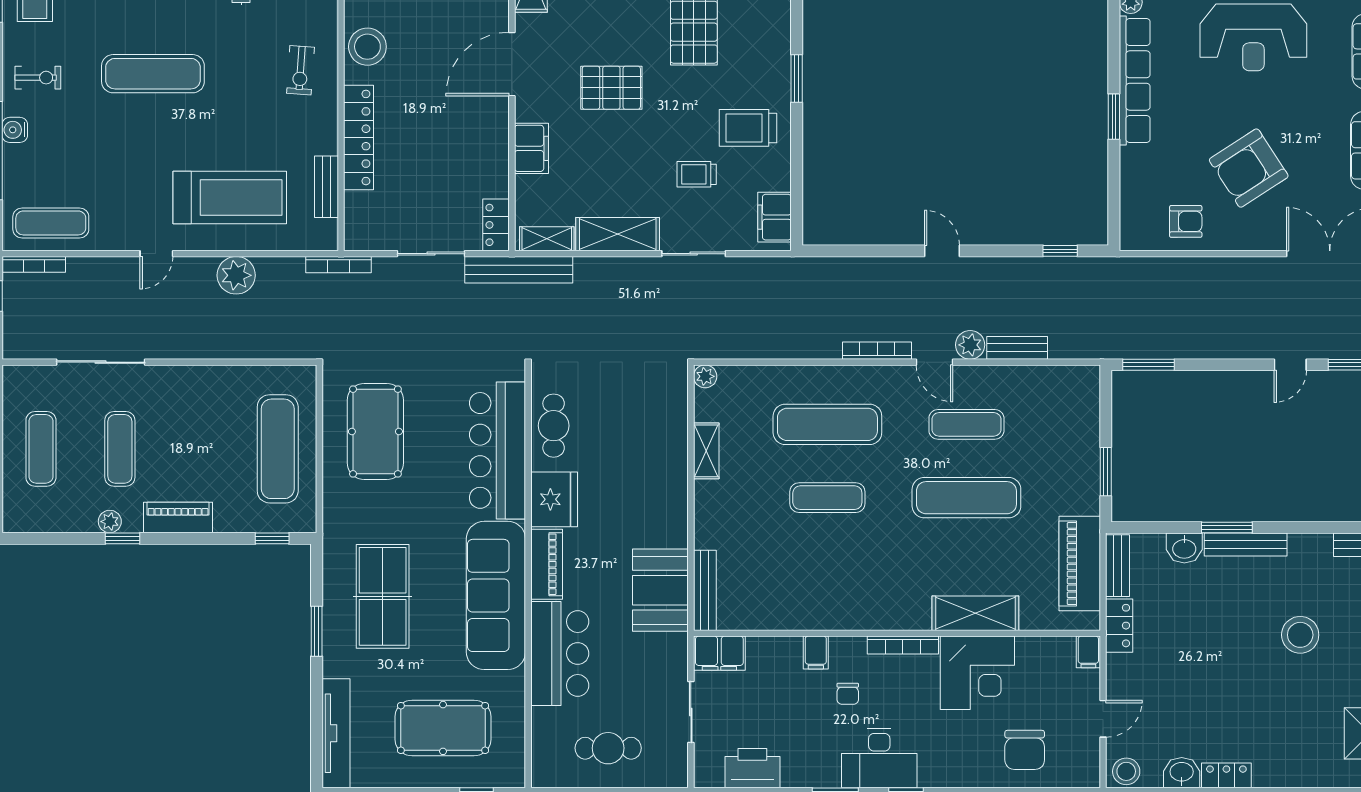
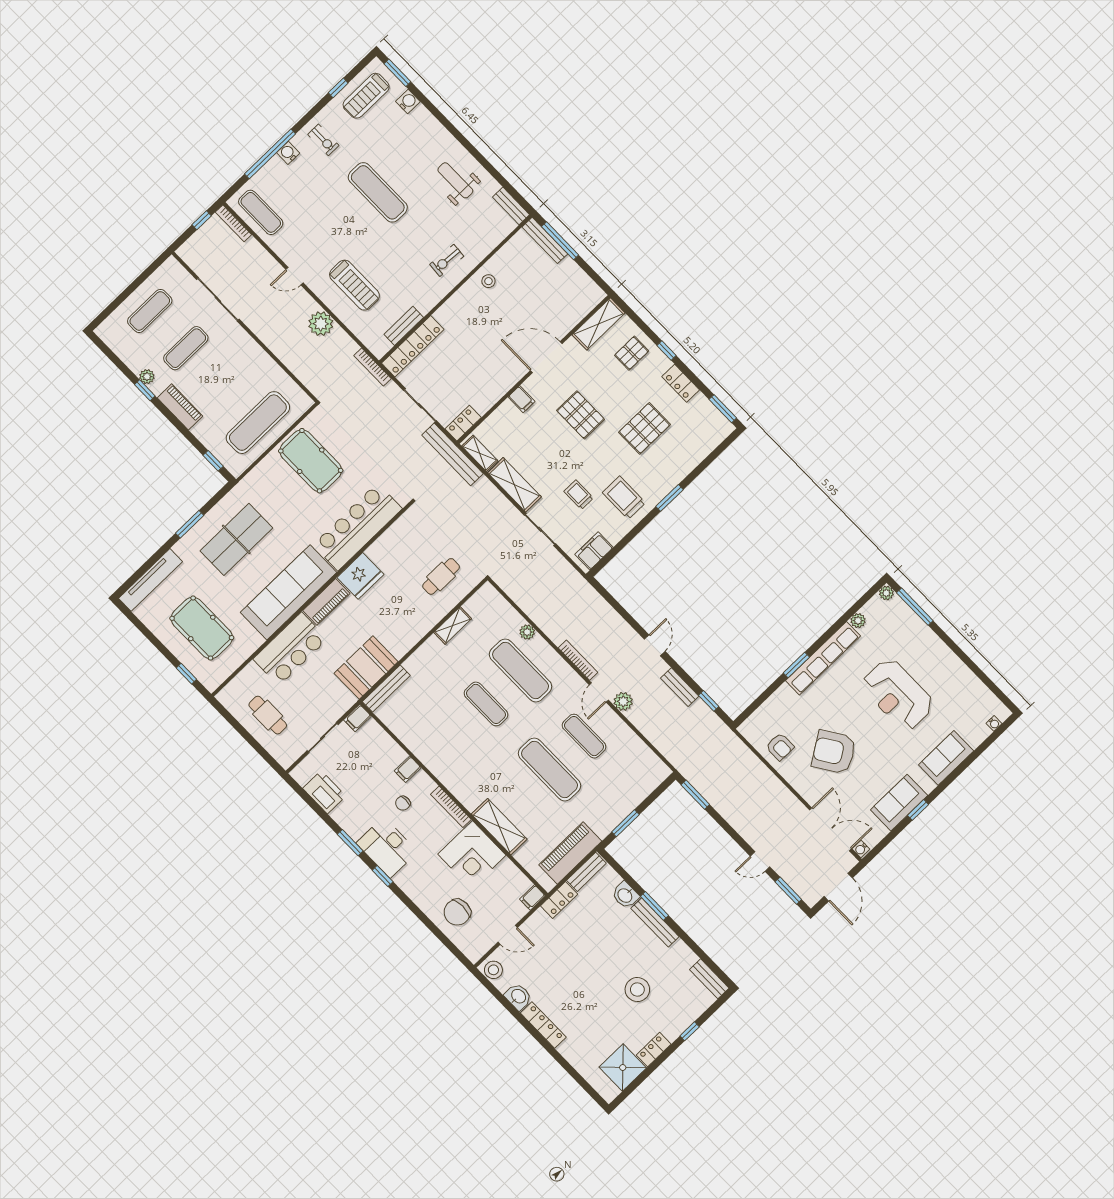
stool: (367, 47) -> (488, 281), width x0.53, depth x0.53
locker: (359, 137) -> (413, 346), moved
filing cabinet: (531, 148) -> (521, 399), width x0.50
treadmill: (230, 198) -> (354, 285), width x0.73, depth x0.73
bench: (1017, 348) -> (680, 687), moved
plant: (705, 376) -> (527, 632), moved
cafe table: (554, 426) -> (441, 576), moved
pool table: (375, 431) -> (311, 461), turned 90
filing cabinet: (719, 653) -> (357, 718), width x0.50
locker: (1226, 775) -> (543, 1025), width x1.53

